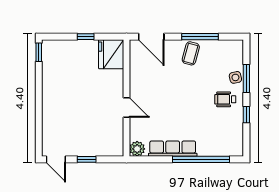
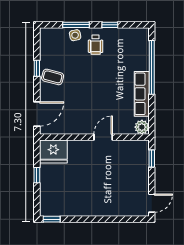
window: (200, 37) -> (37, 68), width x0.46
window: (87, 159) -> (152, 159), moved

